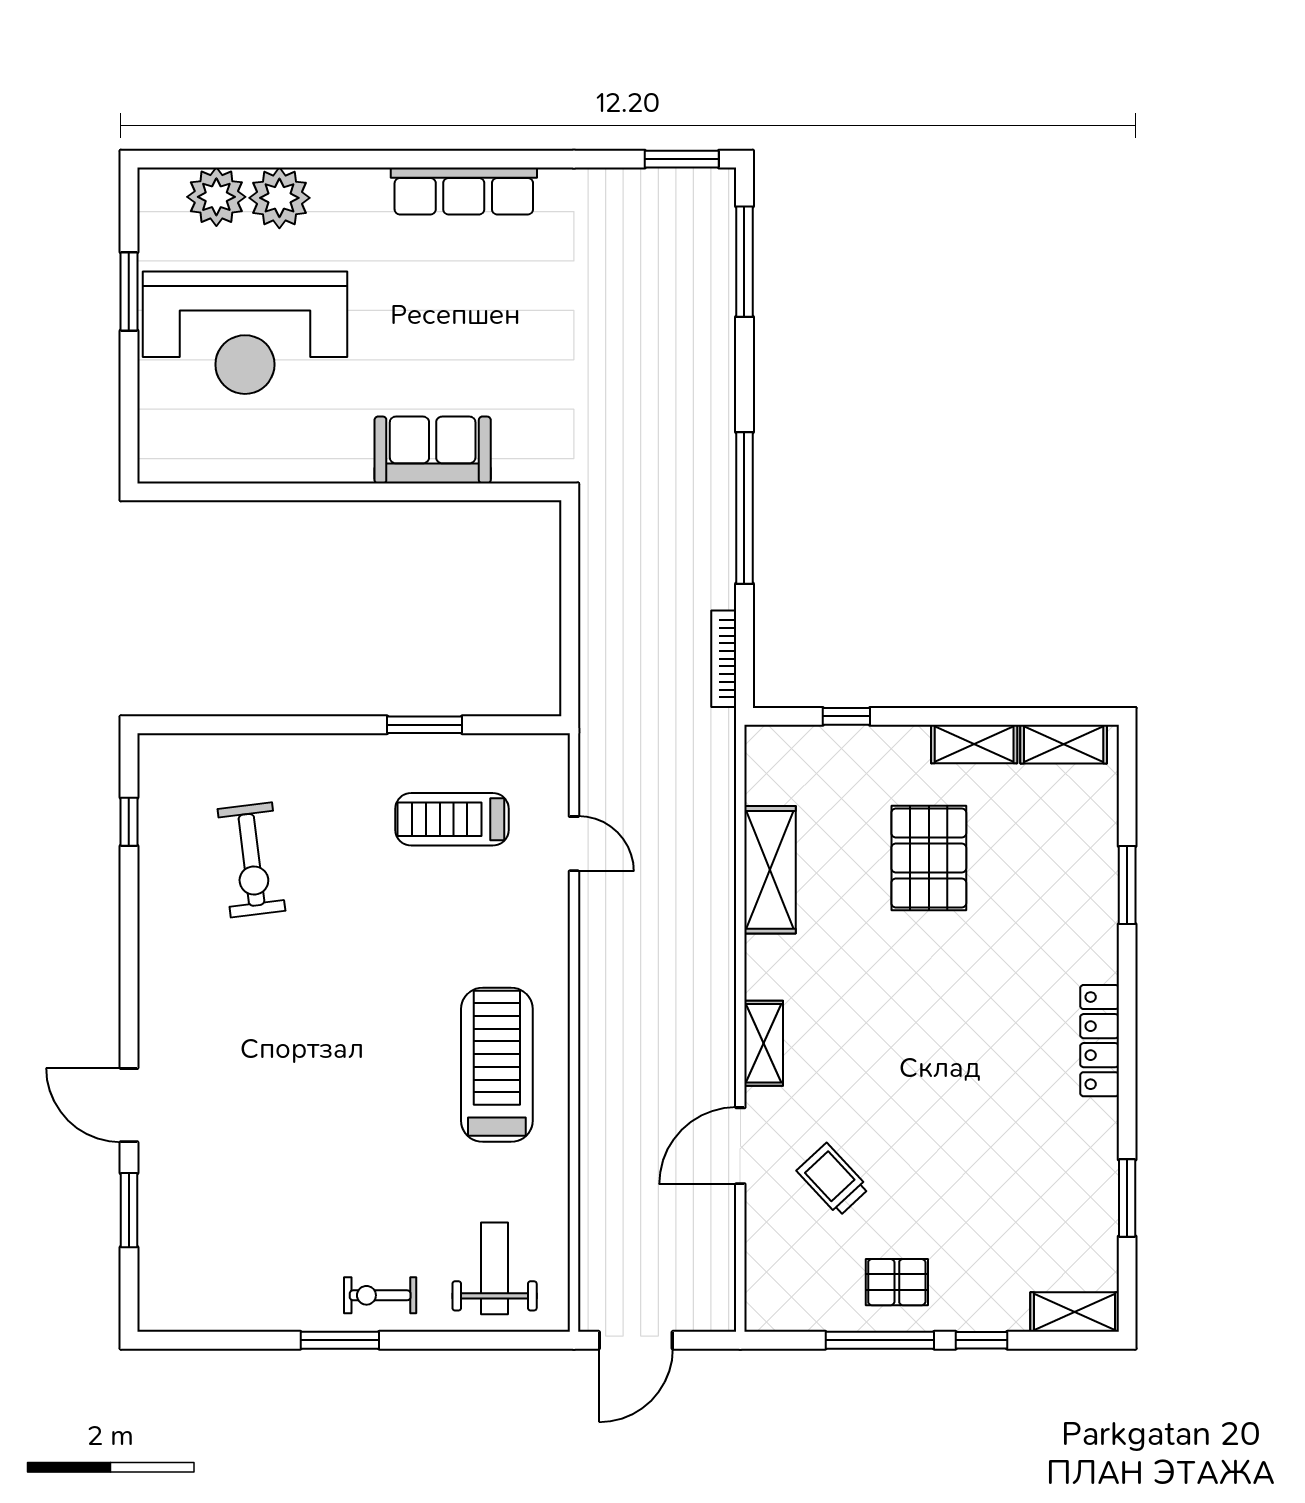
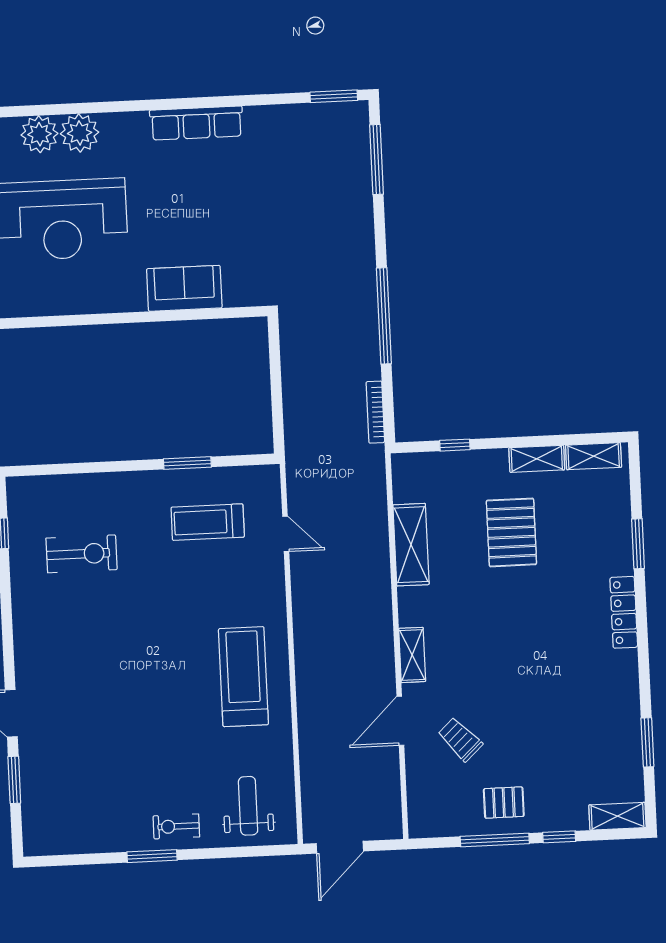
exercise bike: (251, 860) -> (82, 554), turned -83
locker: (1100, 1041) -> (624, 612), moved

